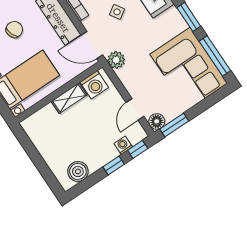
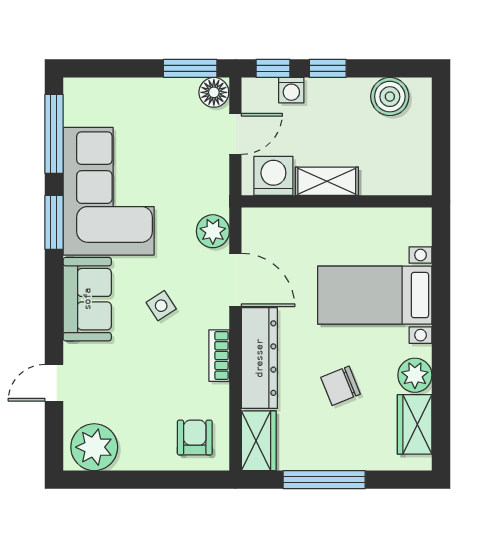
corner sofa: (189, 69) -> (109, 191), moved
washing machine: (94, 85) -> (273, 176), moved
wall: (59, 92) -> (337, 201), moved
shelving: (69, 98) -> (327, 181), moved

